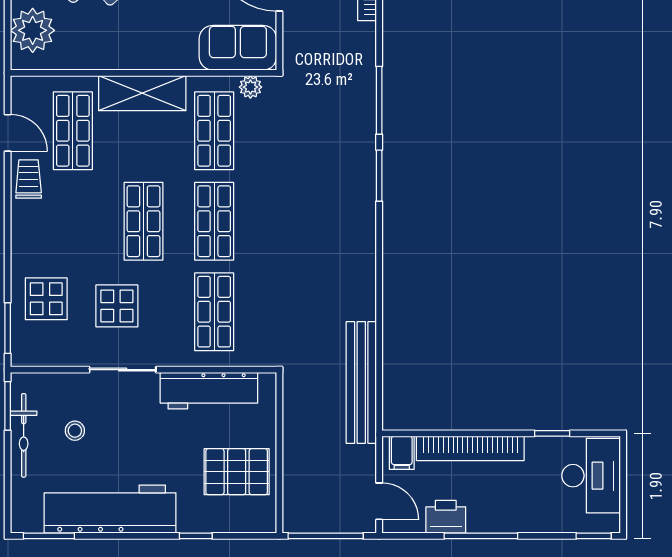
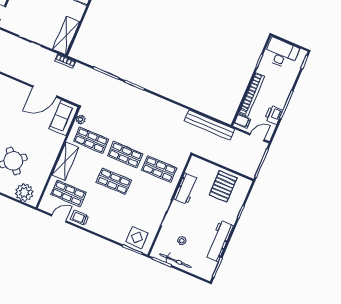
display table: (46, 299) -> (137, 237), moved
display table: (117, 306) -> (142, 205), removed
workbench: (209, 391) -> (186, 189), width x0.73
workbench: (110, 509) -> (219, 241), width x0.73, depth x0.76

